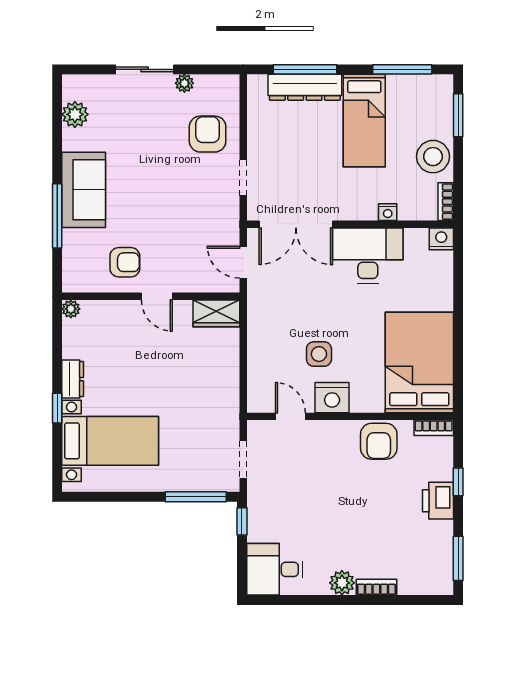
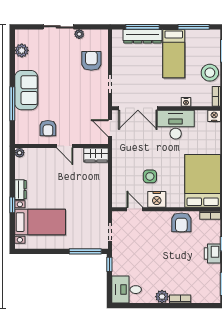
armchair: (125, 262) -> (48, 128), turned 90

